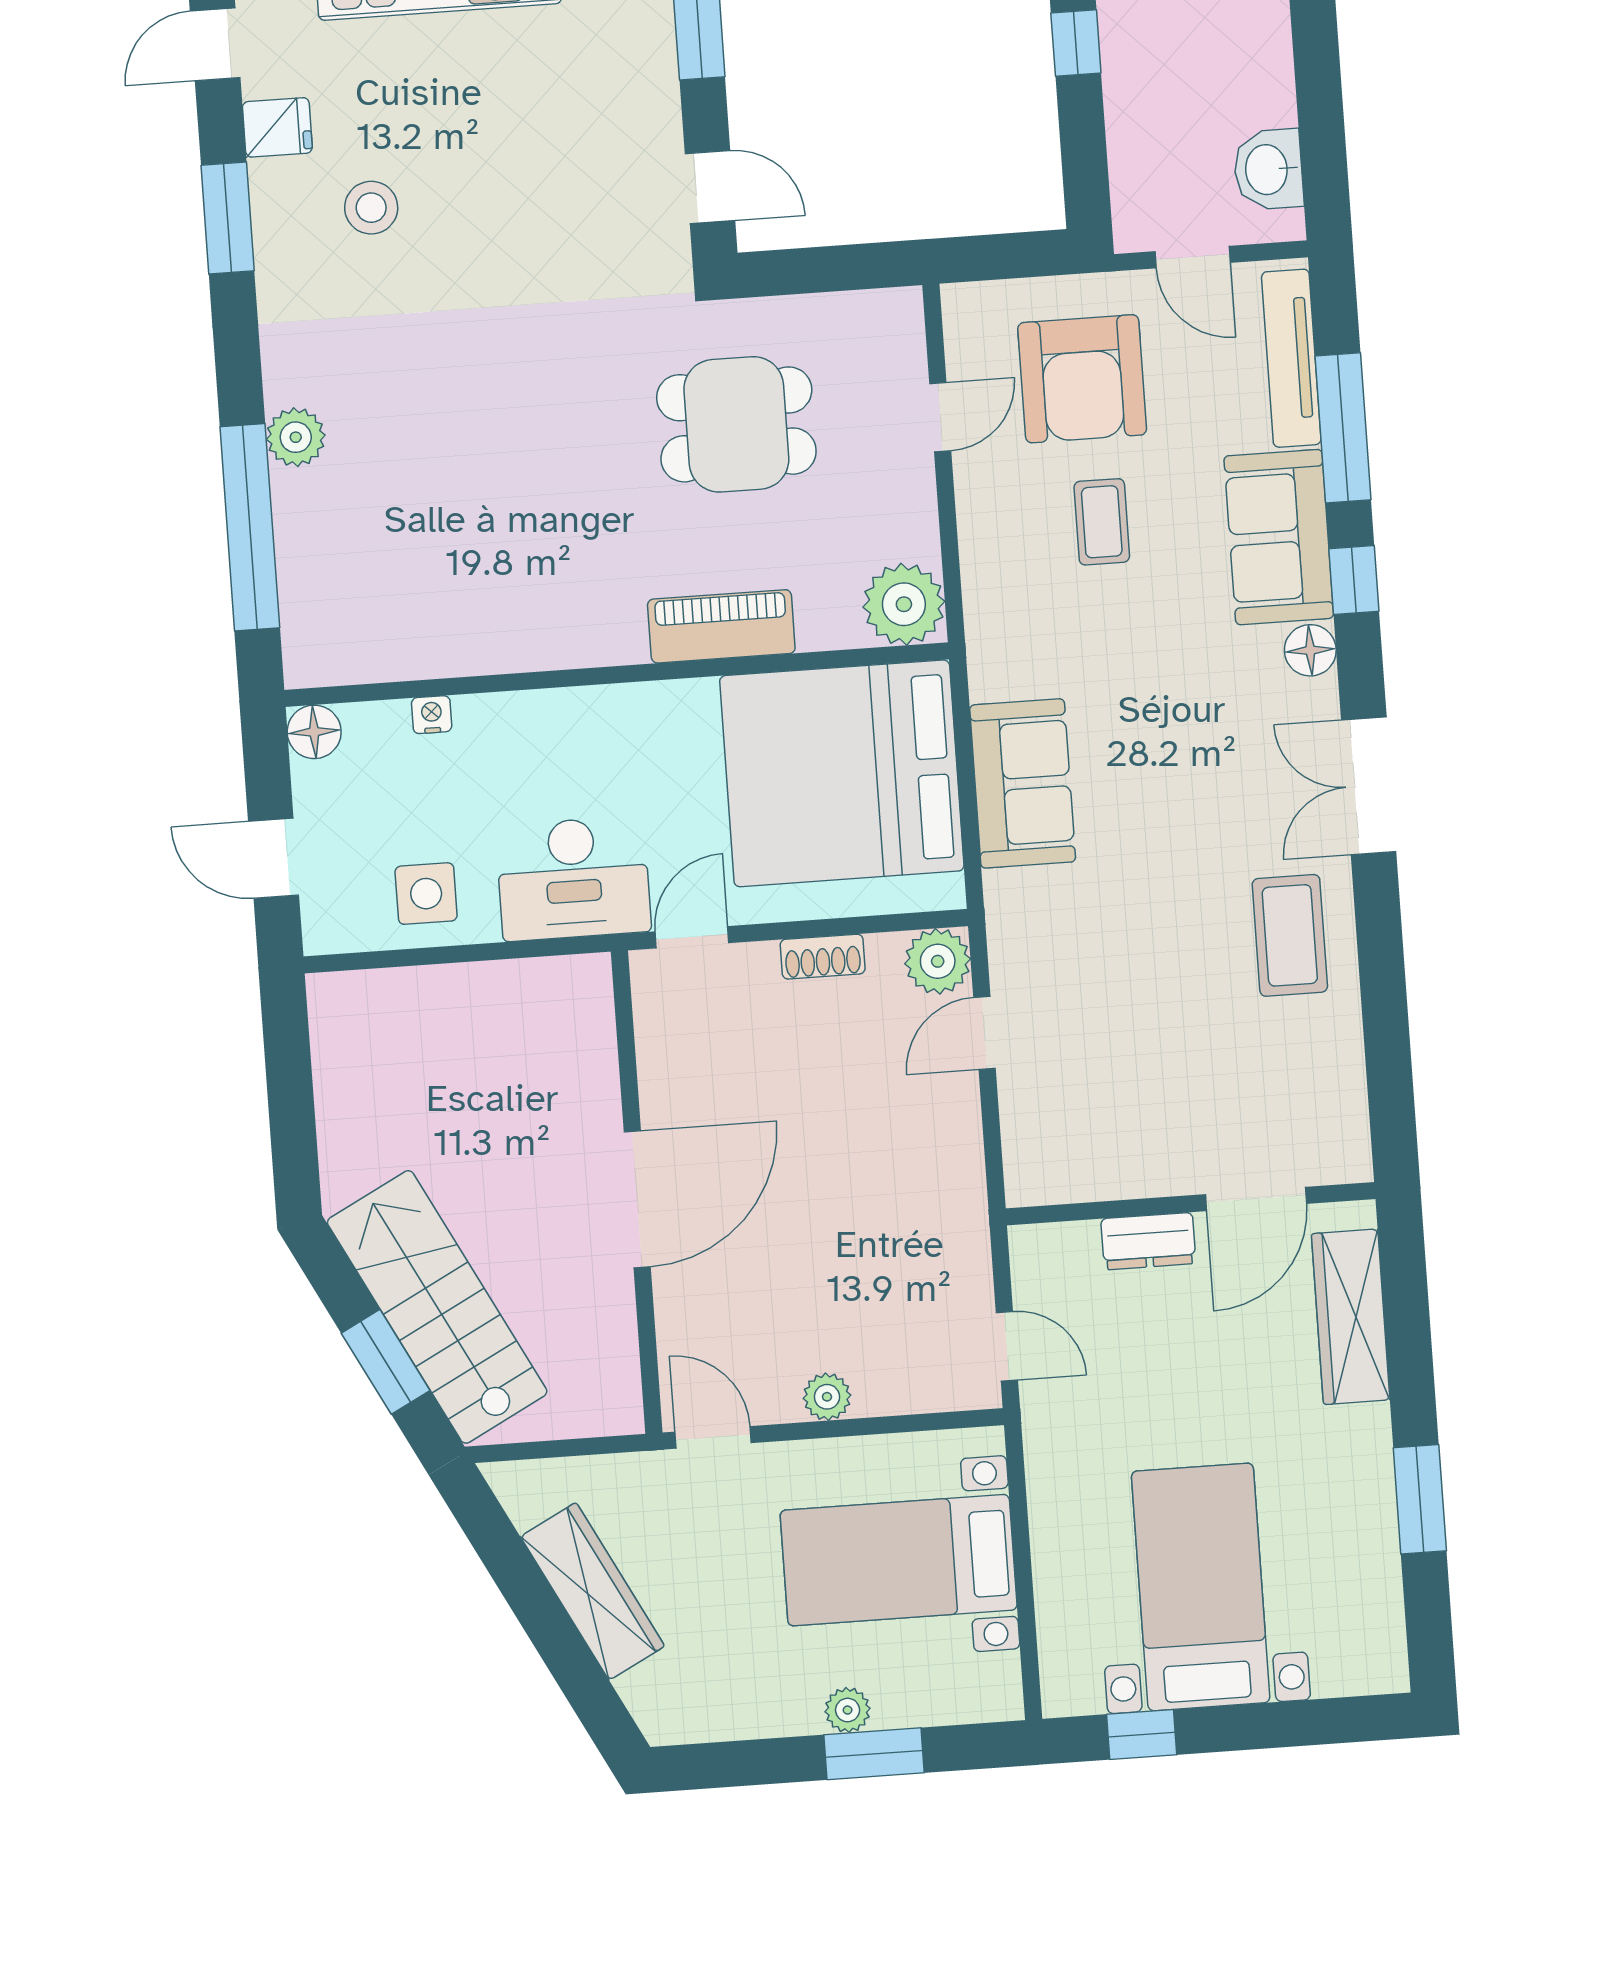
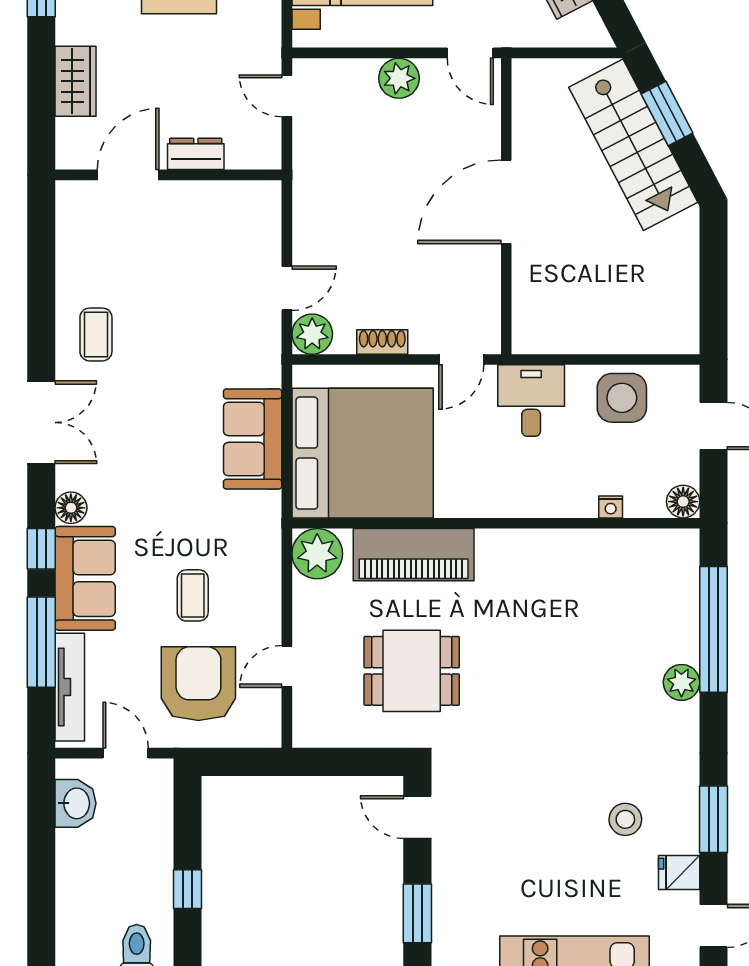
piano: (721, 626) -> (414, 555), width x1.37, depth x1.33
desk: (573, 879) -> (531, 401), width x0.73
side table: (426, 894) -> (622, 398), width x1.37, depth x1.37
coffee table: (1290, 935) -> (96, 334), width x0.73, depth x0.77
wardrobe: (1351, 1317) -> (75, 81), width x0.67
plant: (827, 1397) -> (399, 78), width x1.38, depth x1.38

